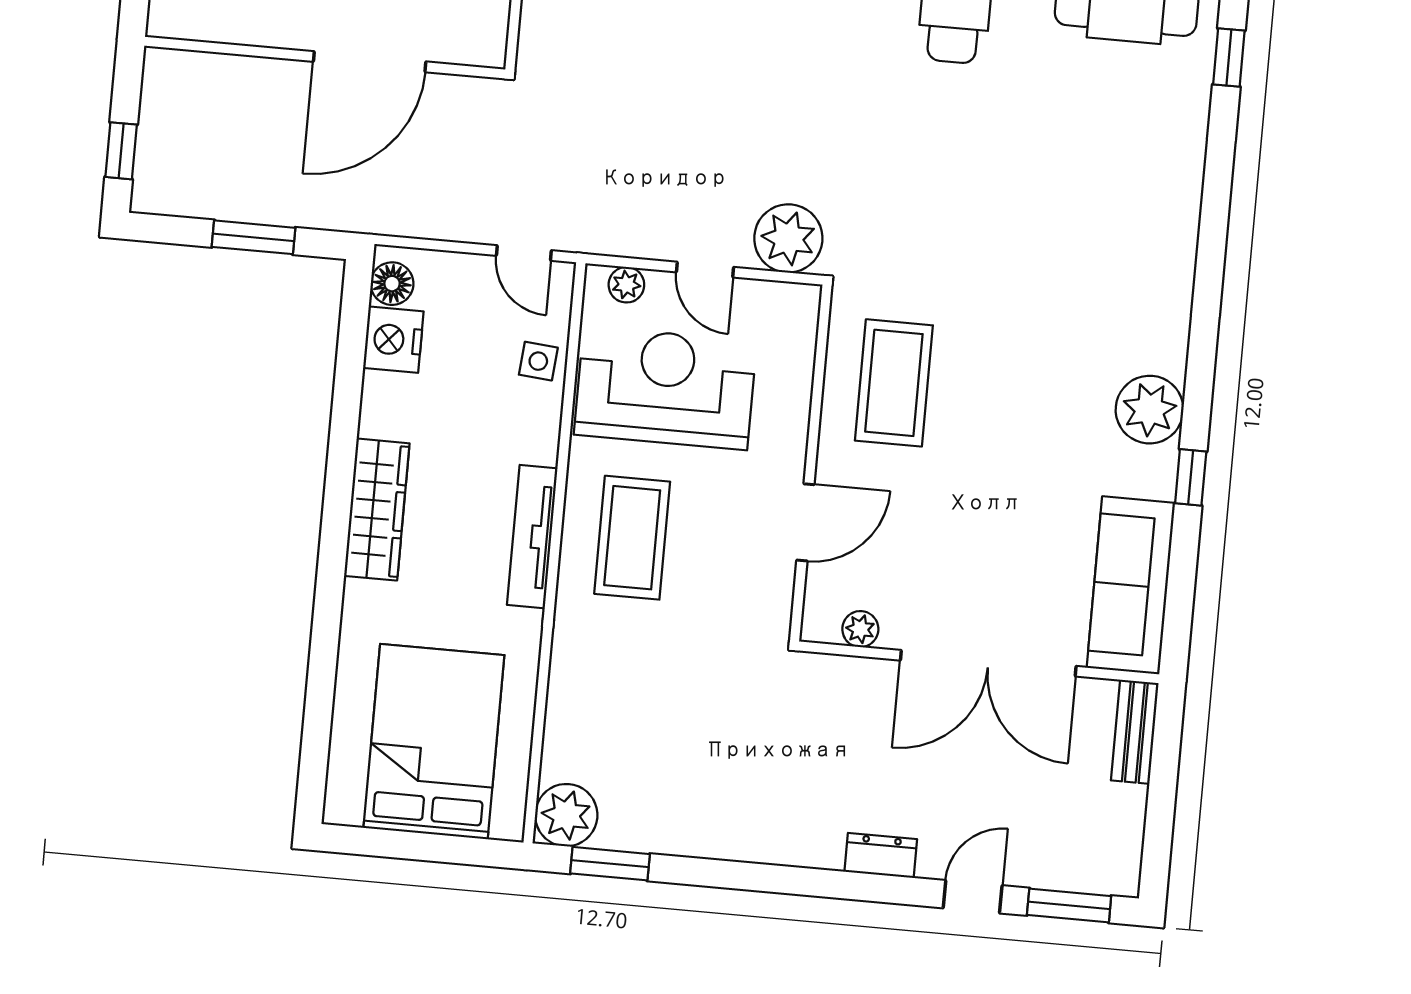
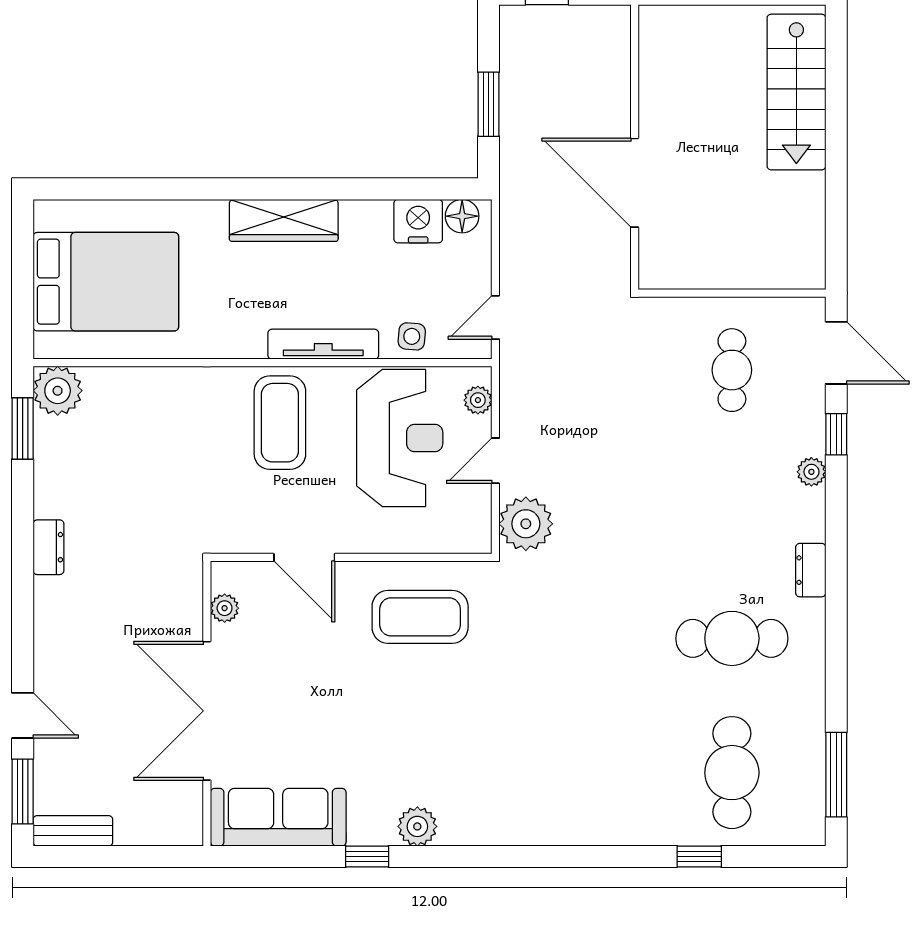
plant: (1150, 410) -> (417, 826), width x0.73, depth x0.73
tv unit: (532, 537) -> (323, 344), moved
coffee table: (632, 538) -> (280, 423), turned 90
bench: (1135, 732) -> (73, 831), moved
dresser: (881, 855) -> (48, 547), moved

